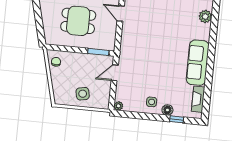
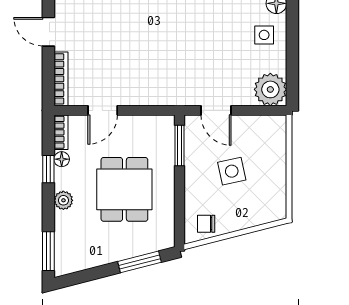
window: (39, 25) -> (139, 262), added
side table: (83, 94) -> (232, 171), moved
plant: (118, 106) -> (270, 89), width x1.88, depth x1.88

